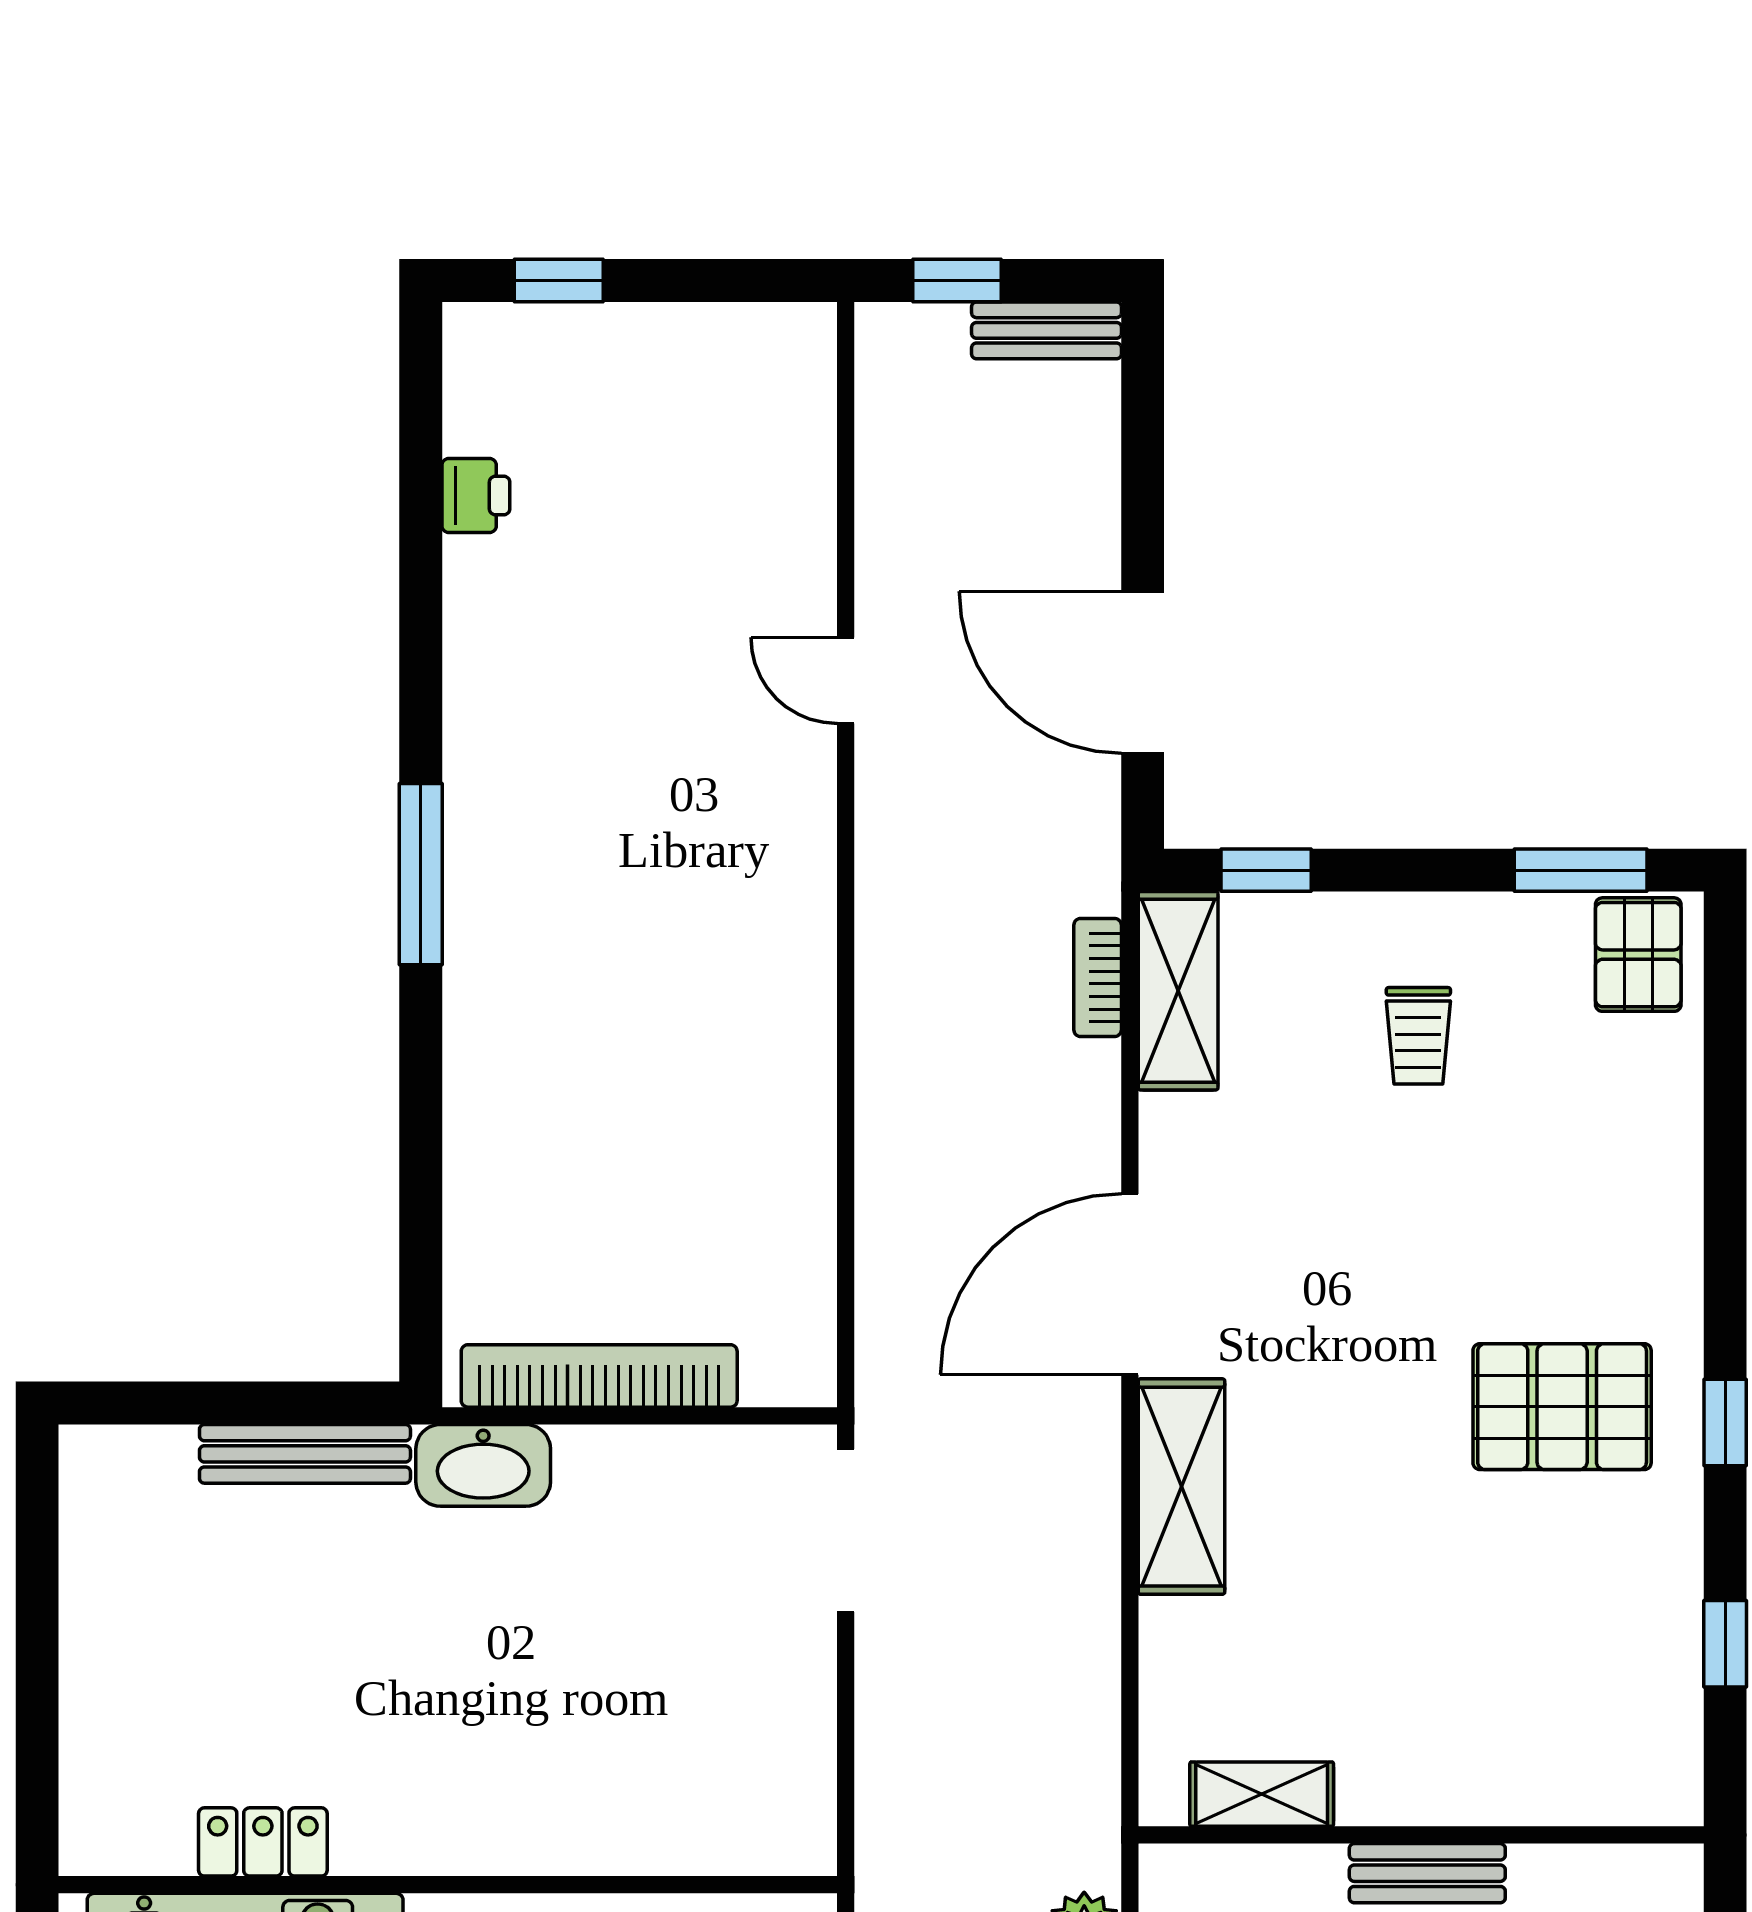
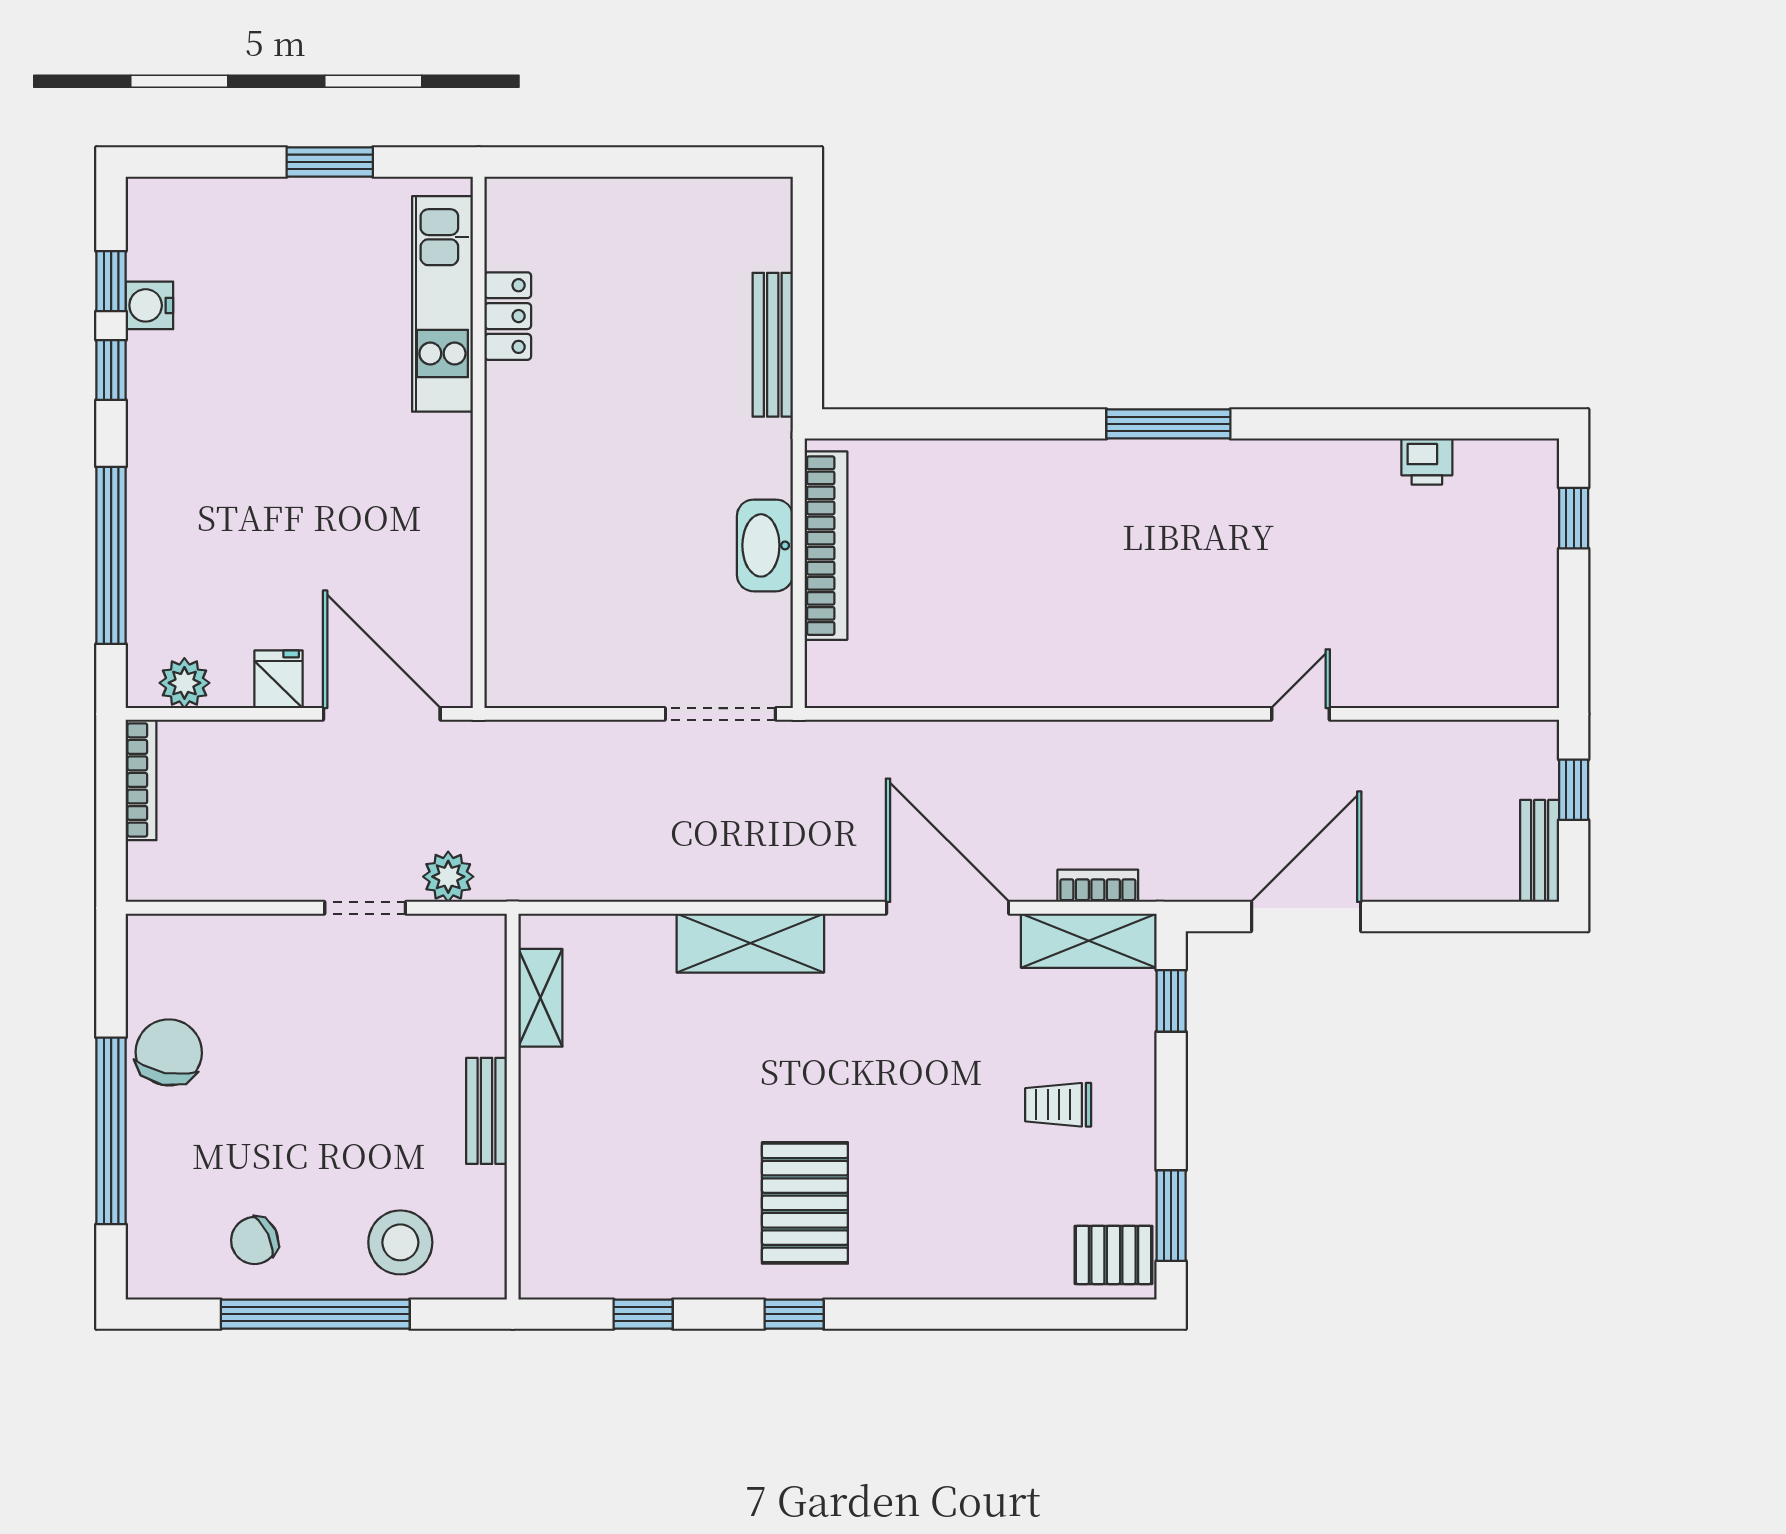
door: (1130, 1284) -> (948, 908), moved
washbasin: (483, 1465) -> (765, 545), moved

